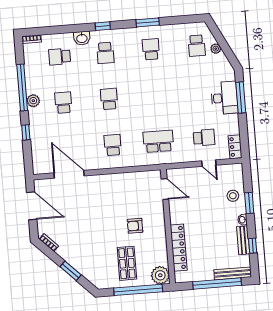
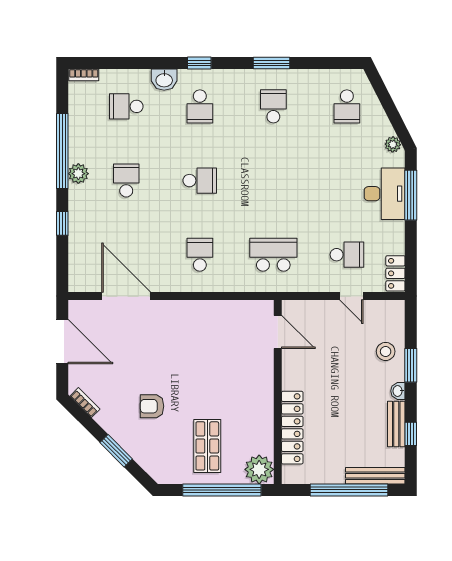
plant: (216, 49) -> (393, 144), moved
school desk: (109, 99) -> (200, 181), turned 90
armchair: (135, 226) -> (152, 406), moved

